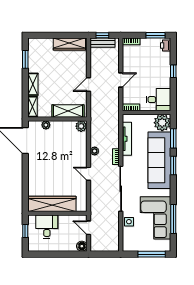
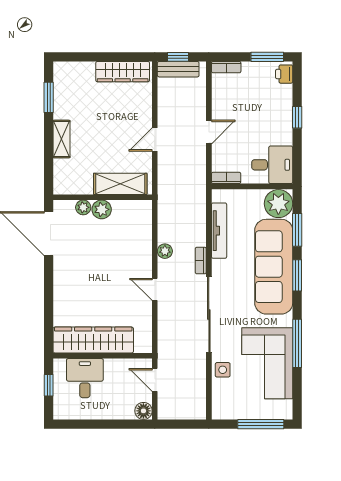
shelving: (33, 107) -> (61, 177), removed
plant: (81, 126) -> (102, 209), moved
window: (173, 219) -> (297, 343), moved

